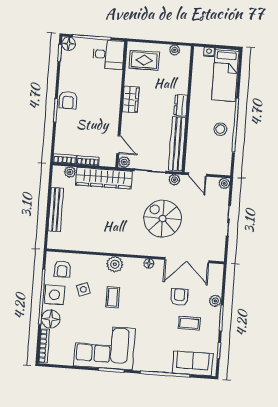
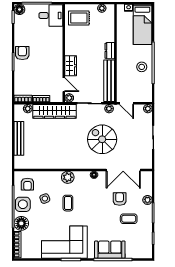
wardrobe: (131, 99) -> (71, 66), moved
armchair: (68, 100) -> (22, 53), turned 180
sofa: (193, 363) -> (110, 250), moved

